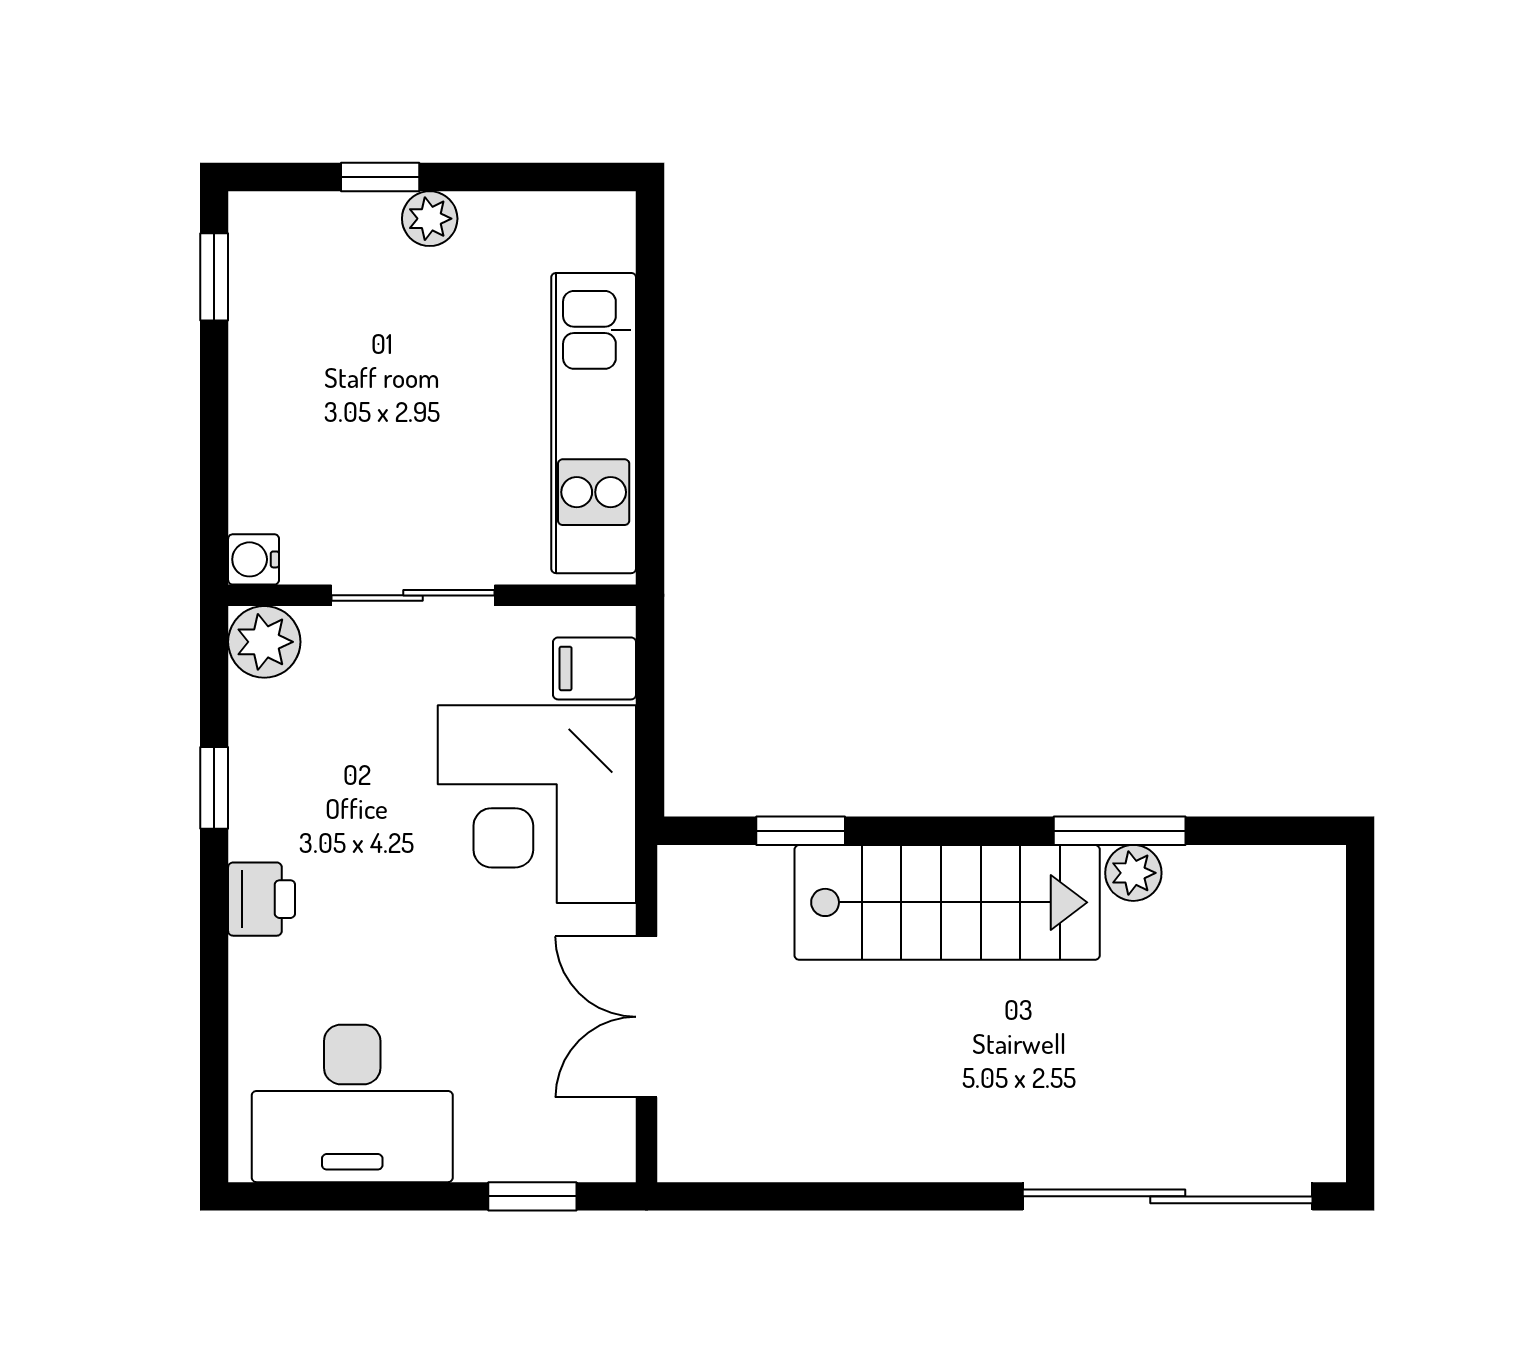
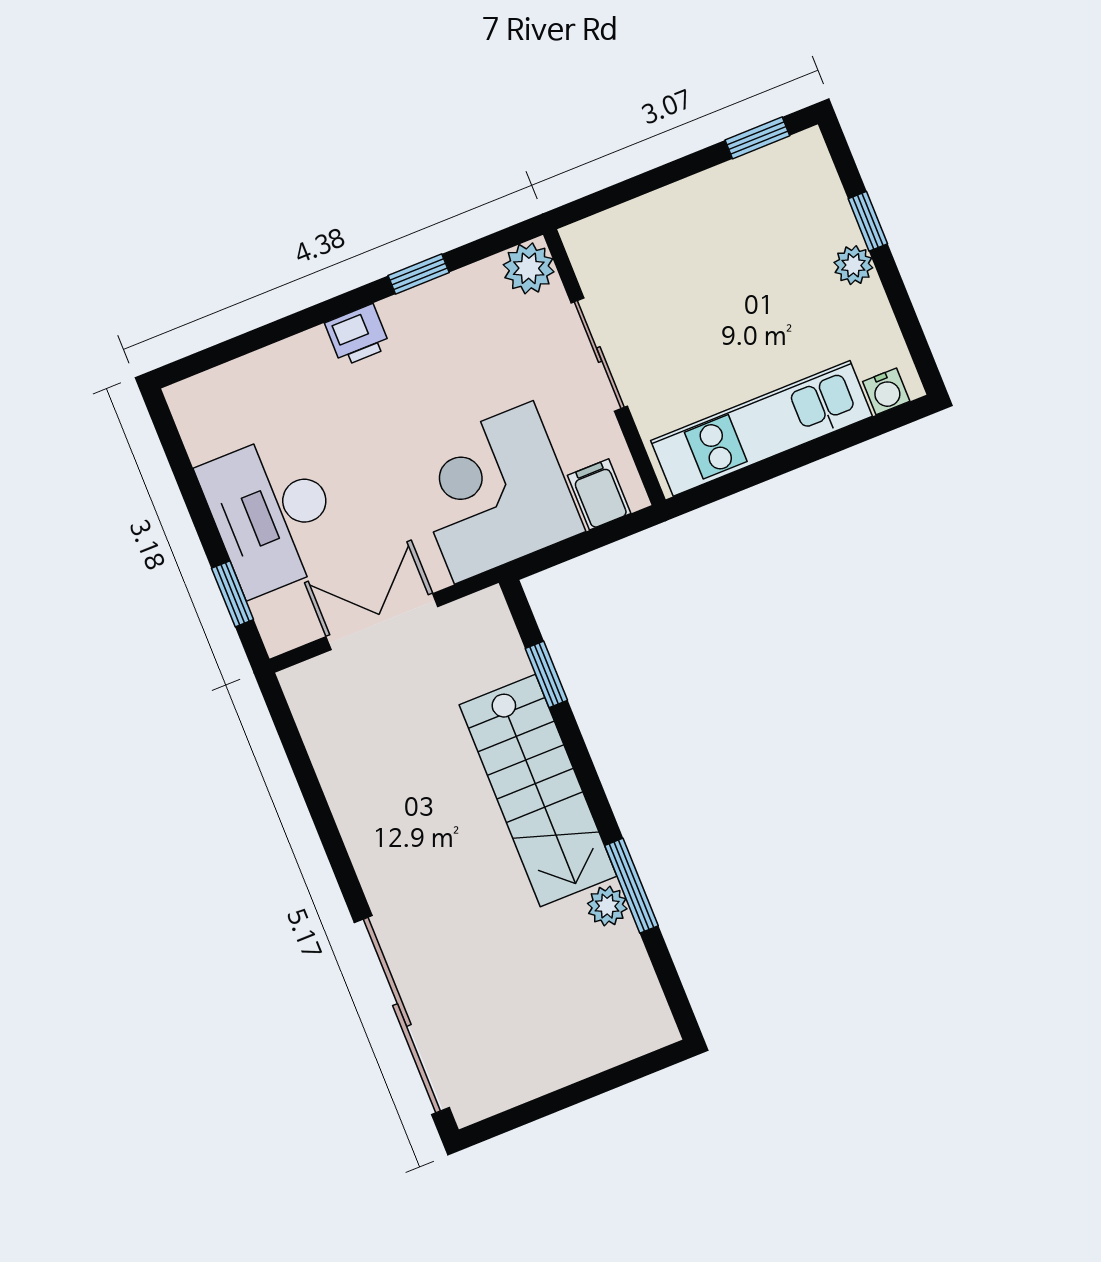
water cooler: (254, 559) -> (886, 391), moved, turned 180
desk: (352, 1103) -> (272, 514), moved

